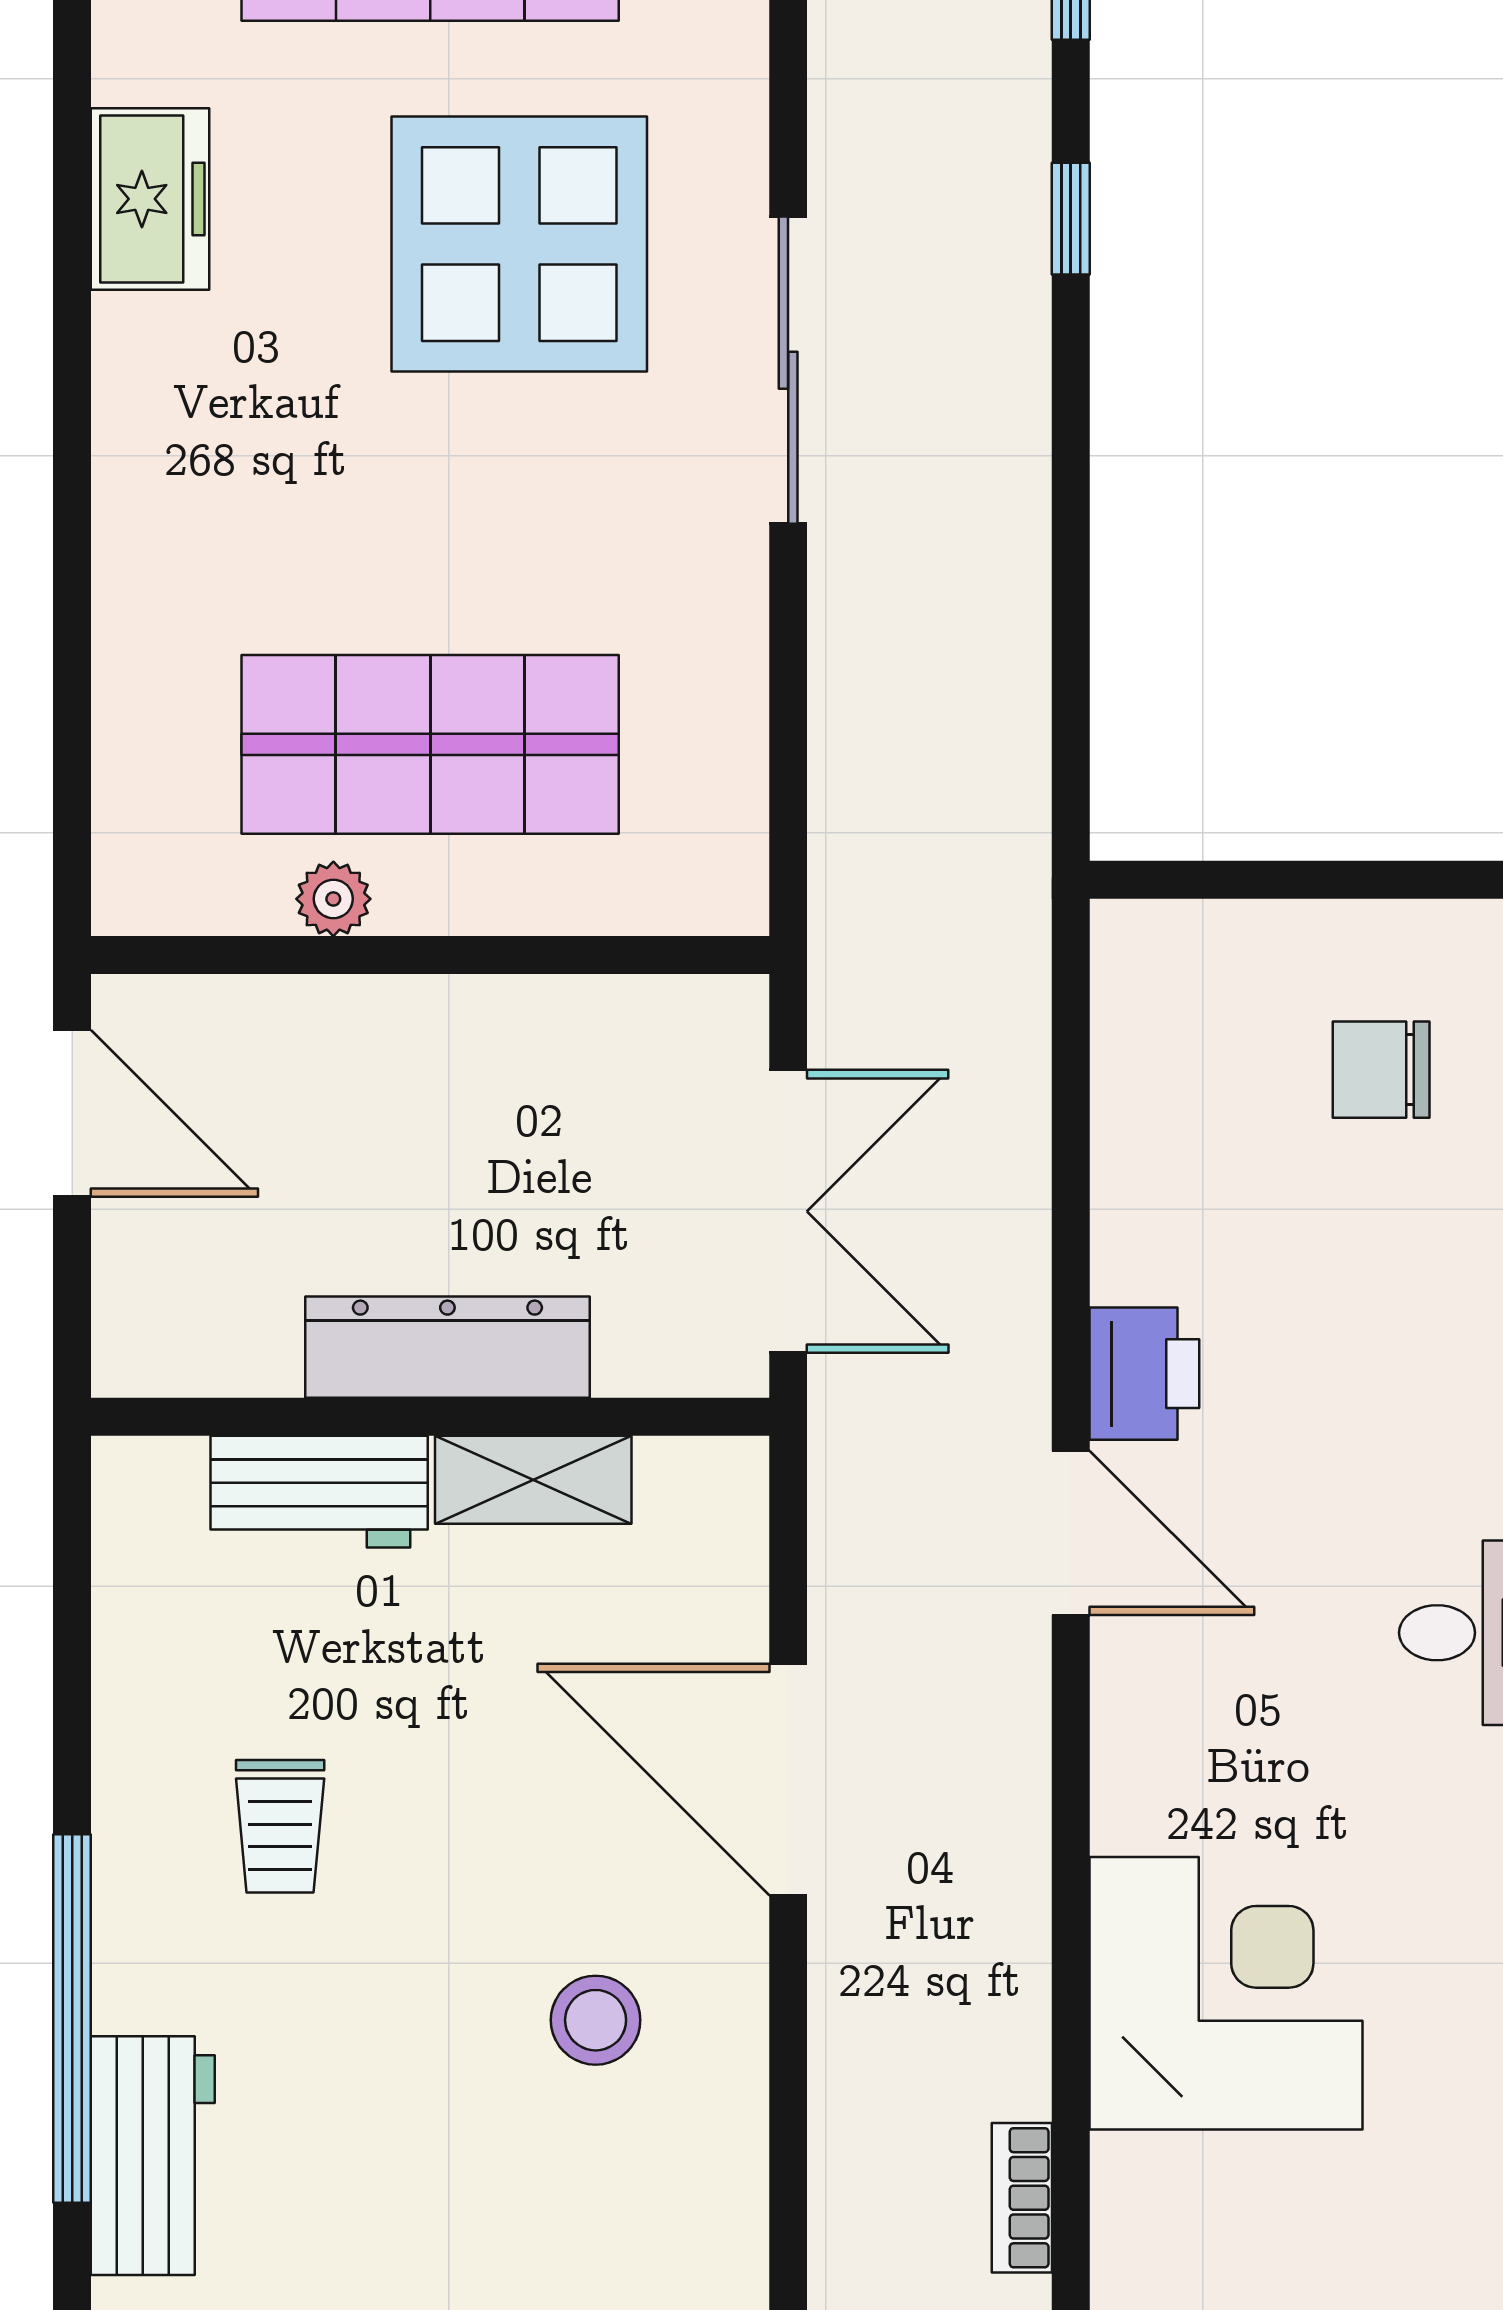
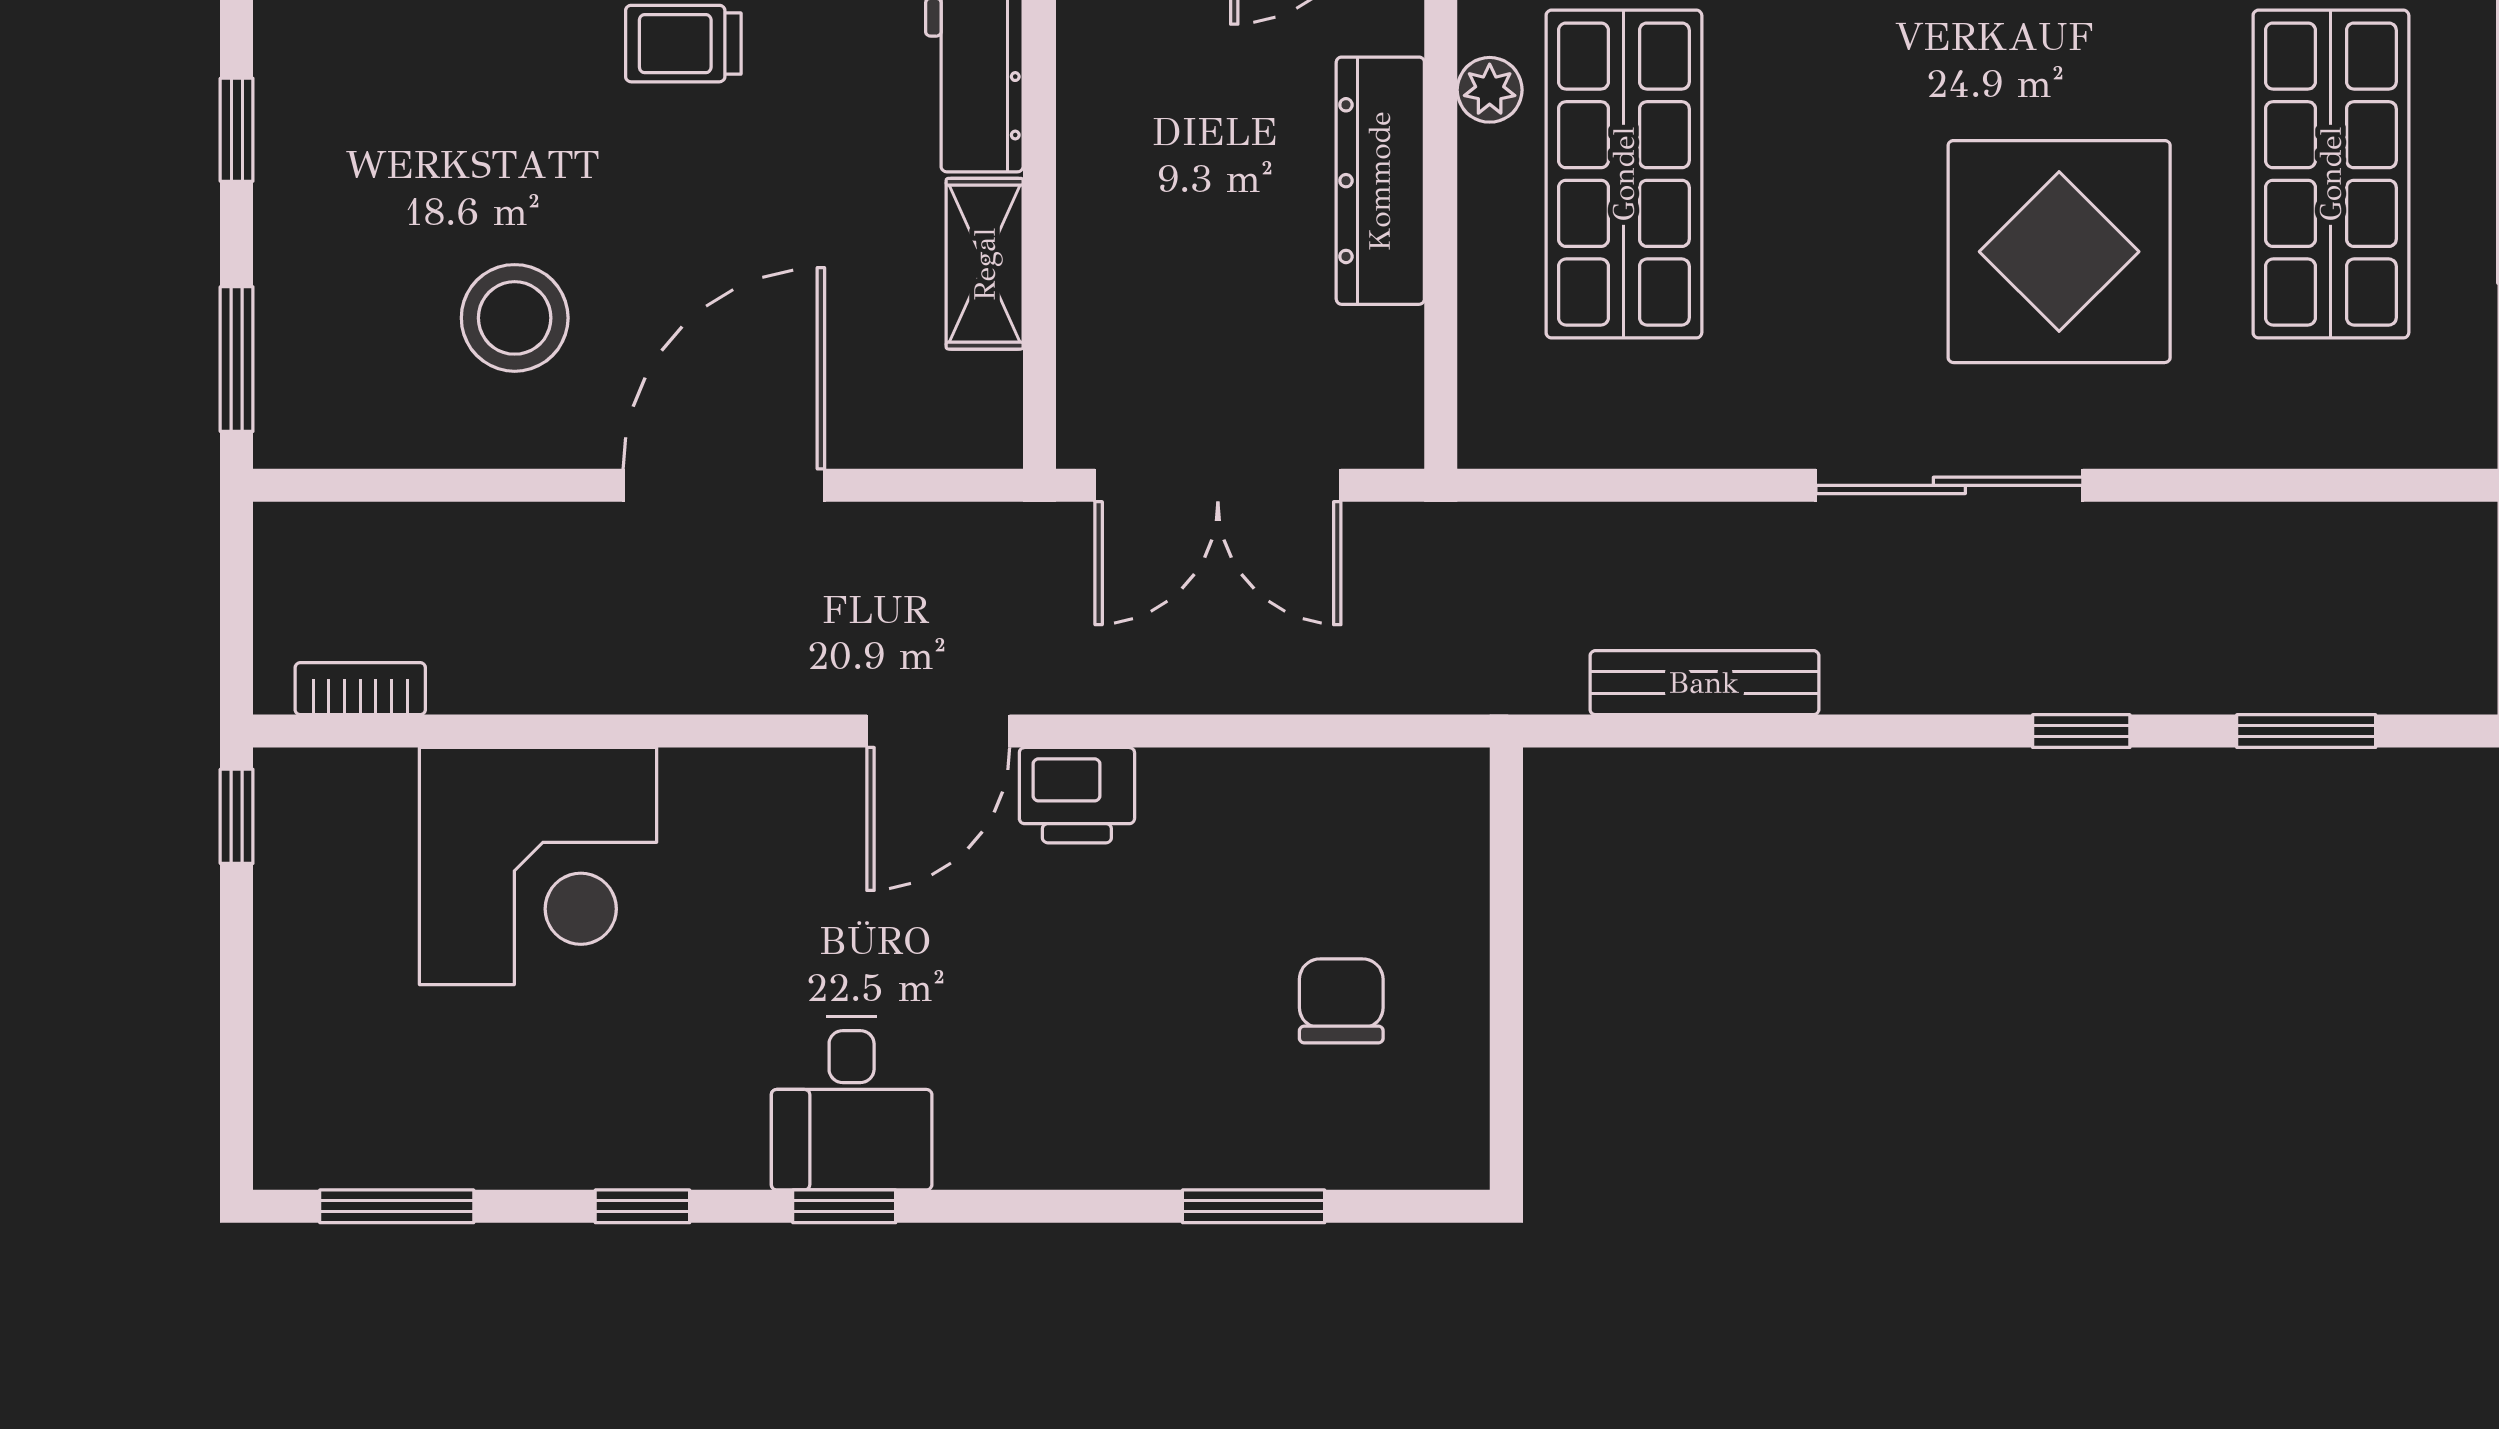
bench: (1015, 652) -> (1704, 683), added
dresser: (447, 1347) -> (1380, 181), moved, turned 180
stool: (596, 2020) -> (515, 318), width x1.38, depth x1.38

